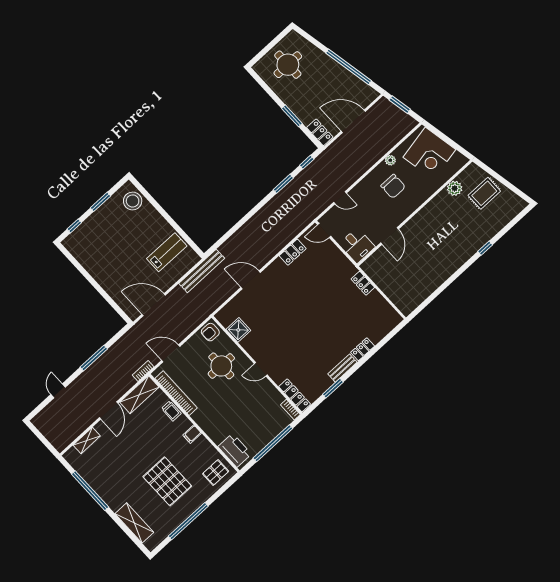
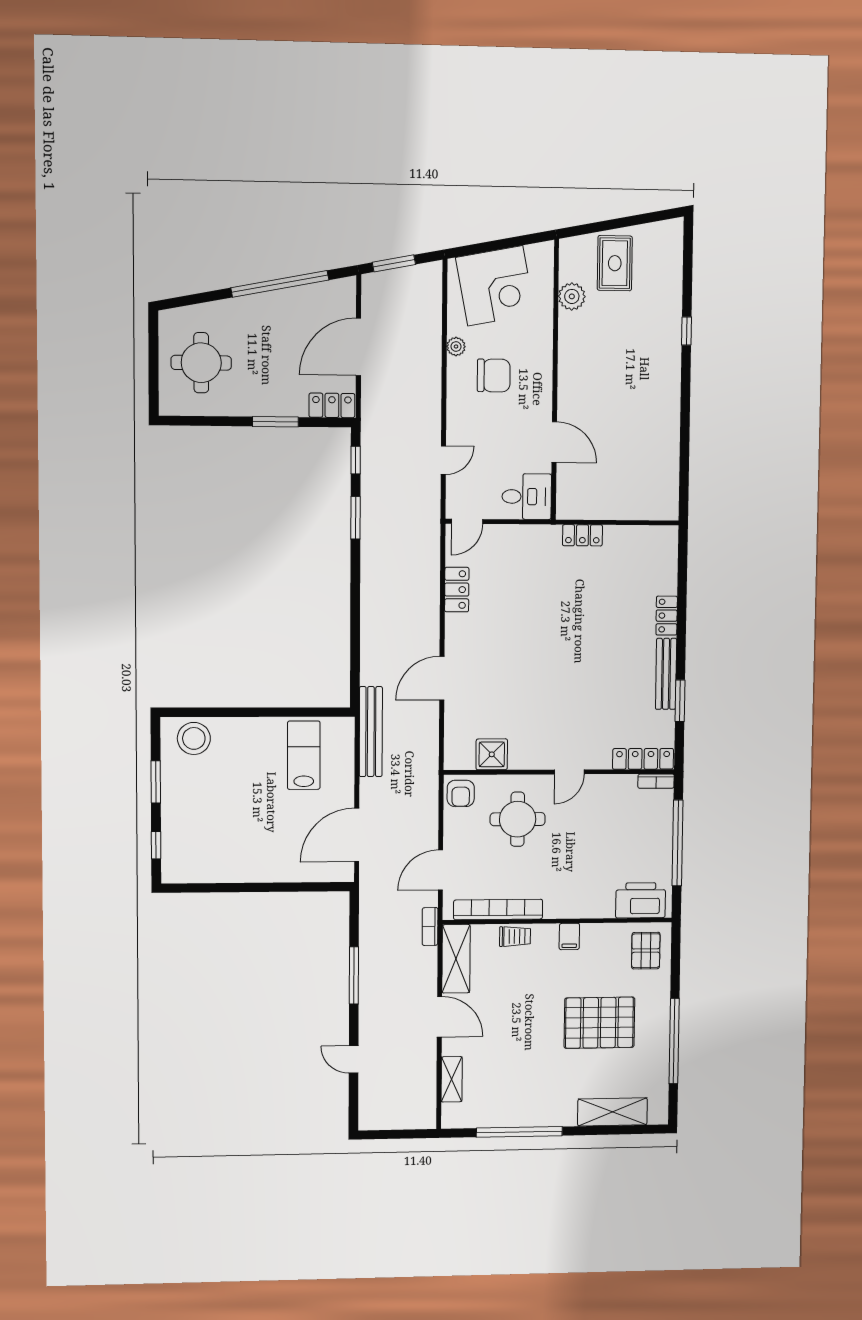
bench: (342, 368) -> (666, 674), width x1.36

